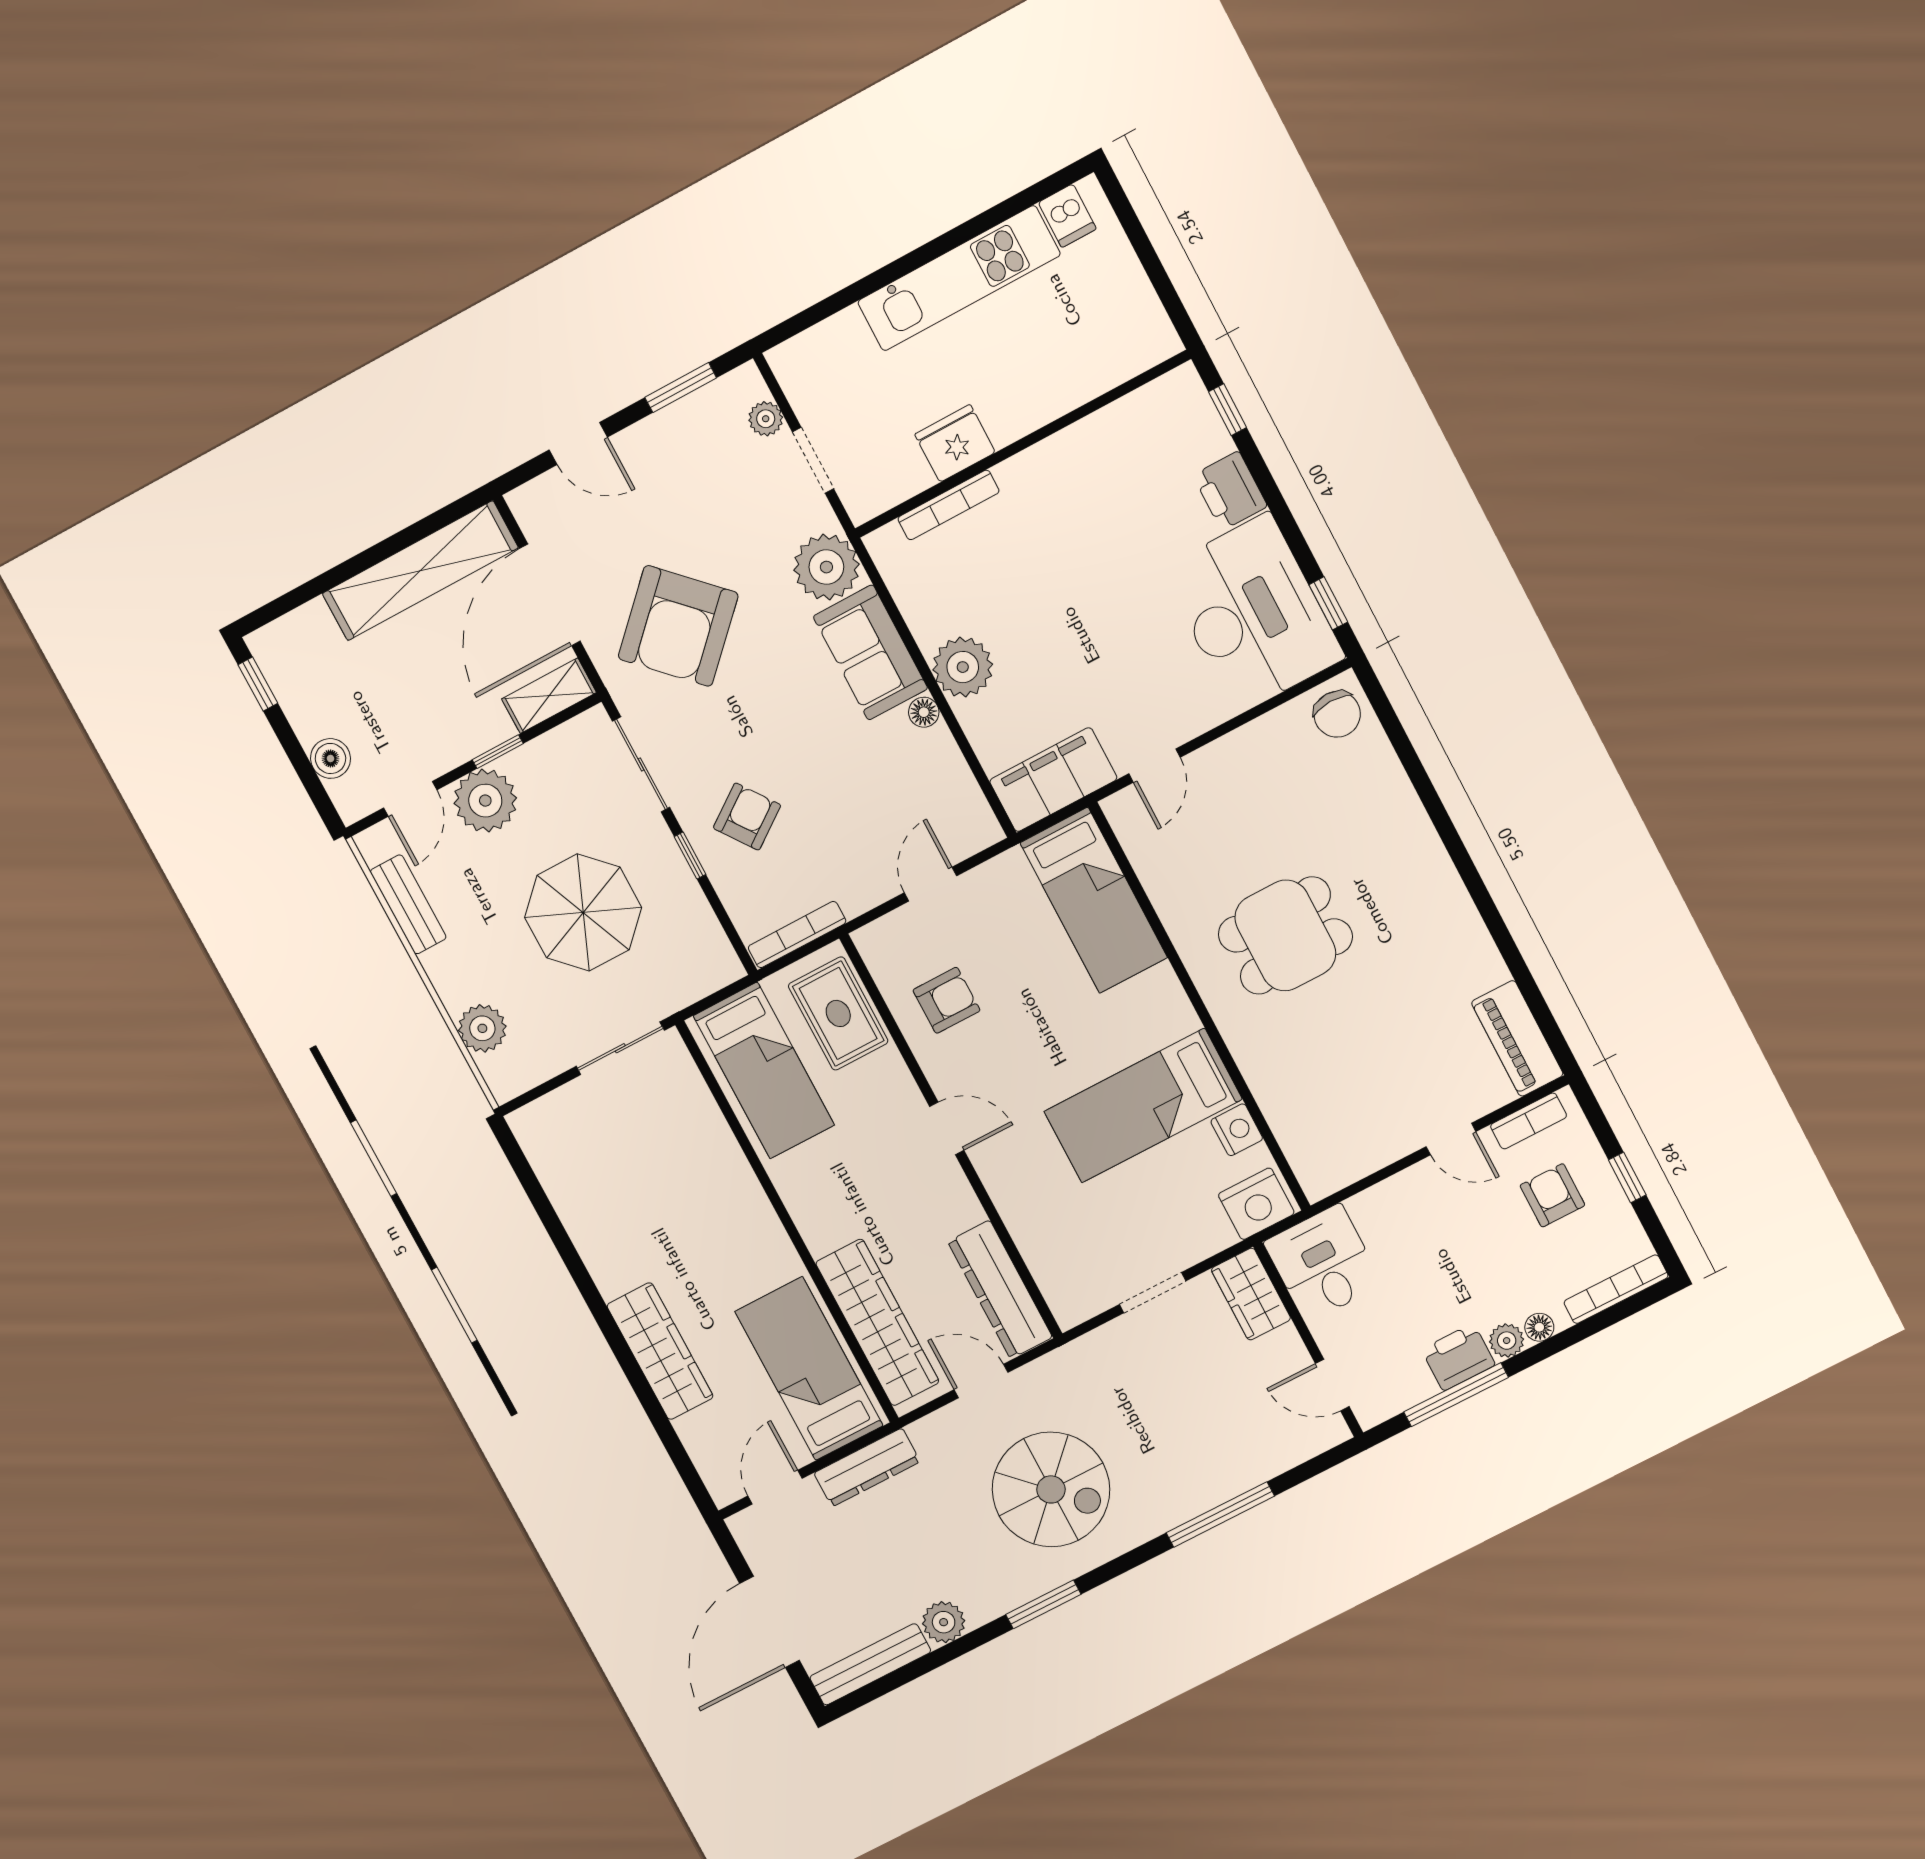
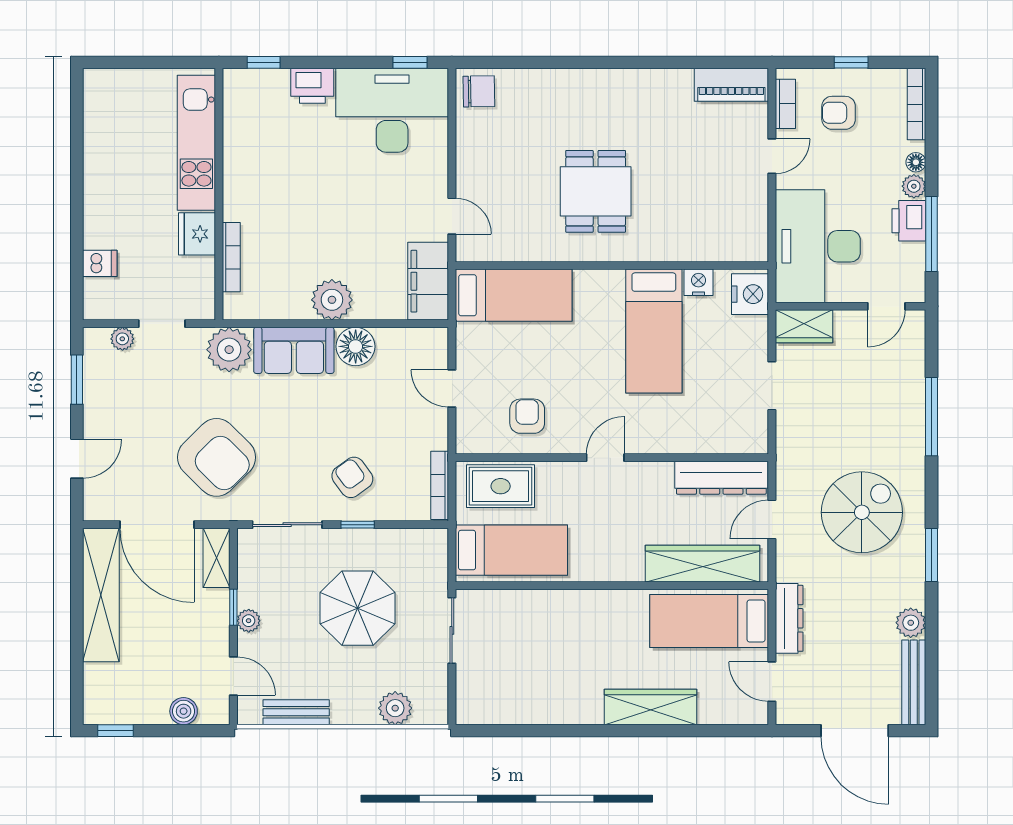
dishwasher: (1067, 216) -> (100, 263), moved
kitchen unit: (959, 278) -> (196, 143), moved, turned 180
floor lamp: (924, 712) -> (356, 346), width x1.89, depth x1.89
plant: (485, 801) -> (249, 621), width x0.53, depth x0.53
desk: (1323, 1263) -> (818, 246), width x1.87, depth x1.30

